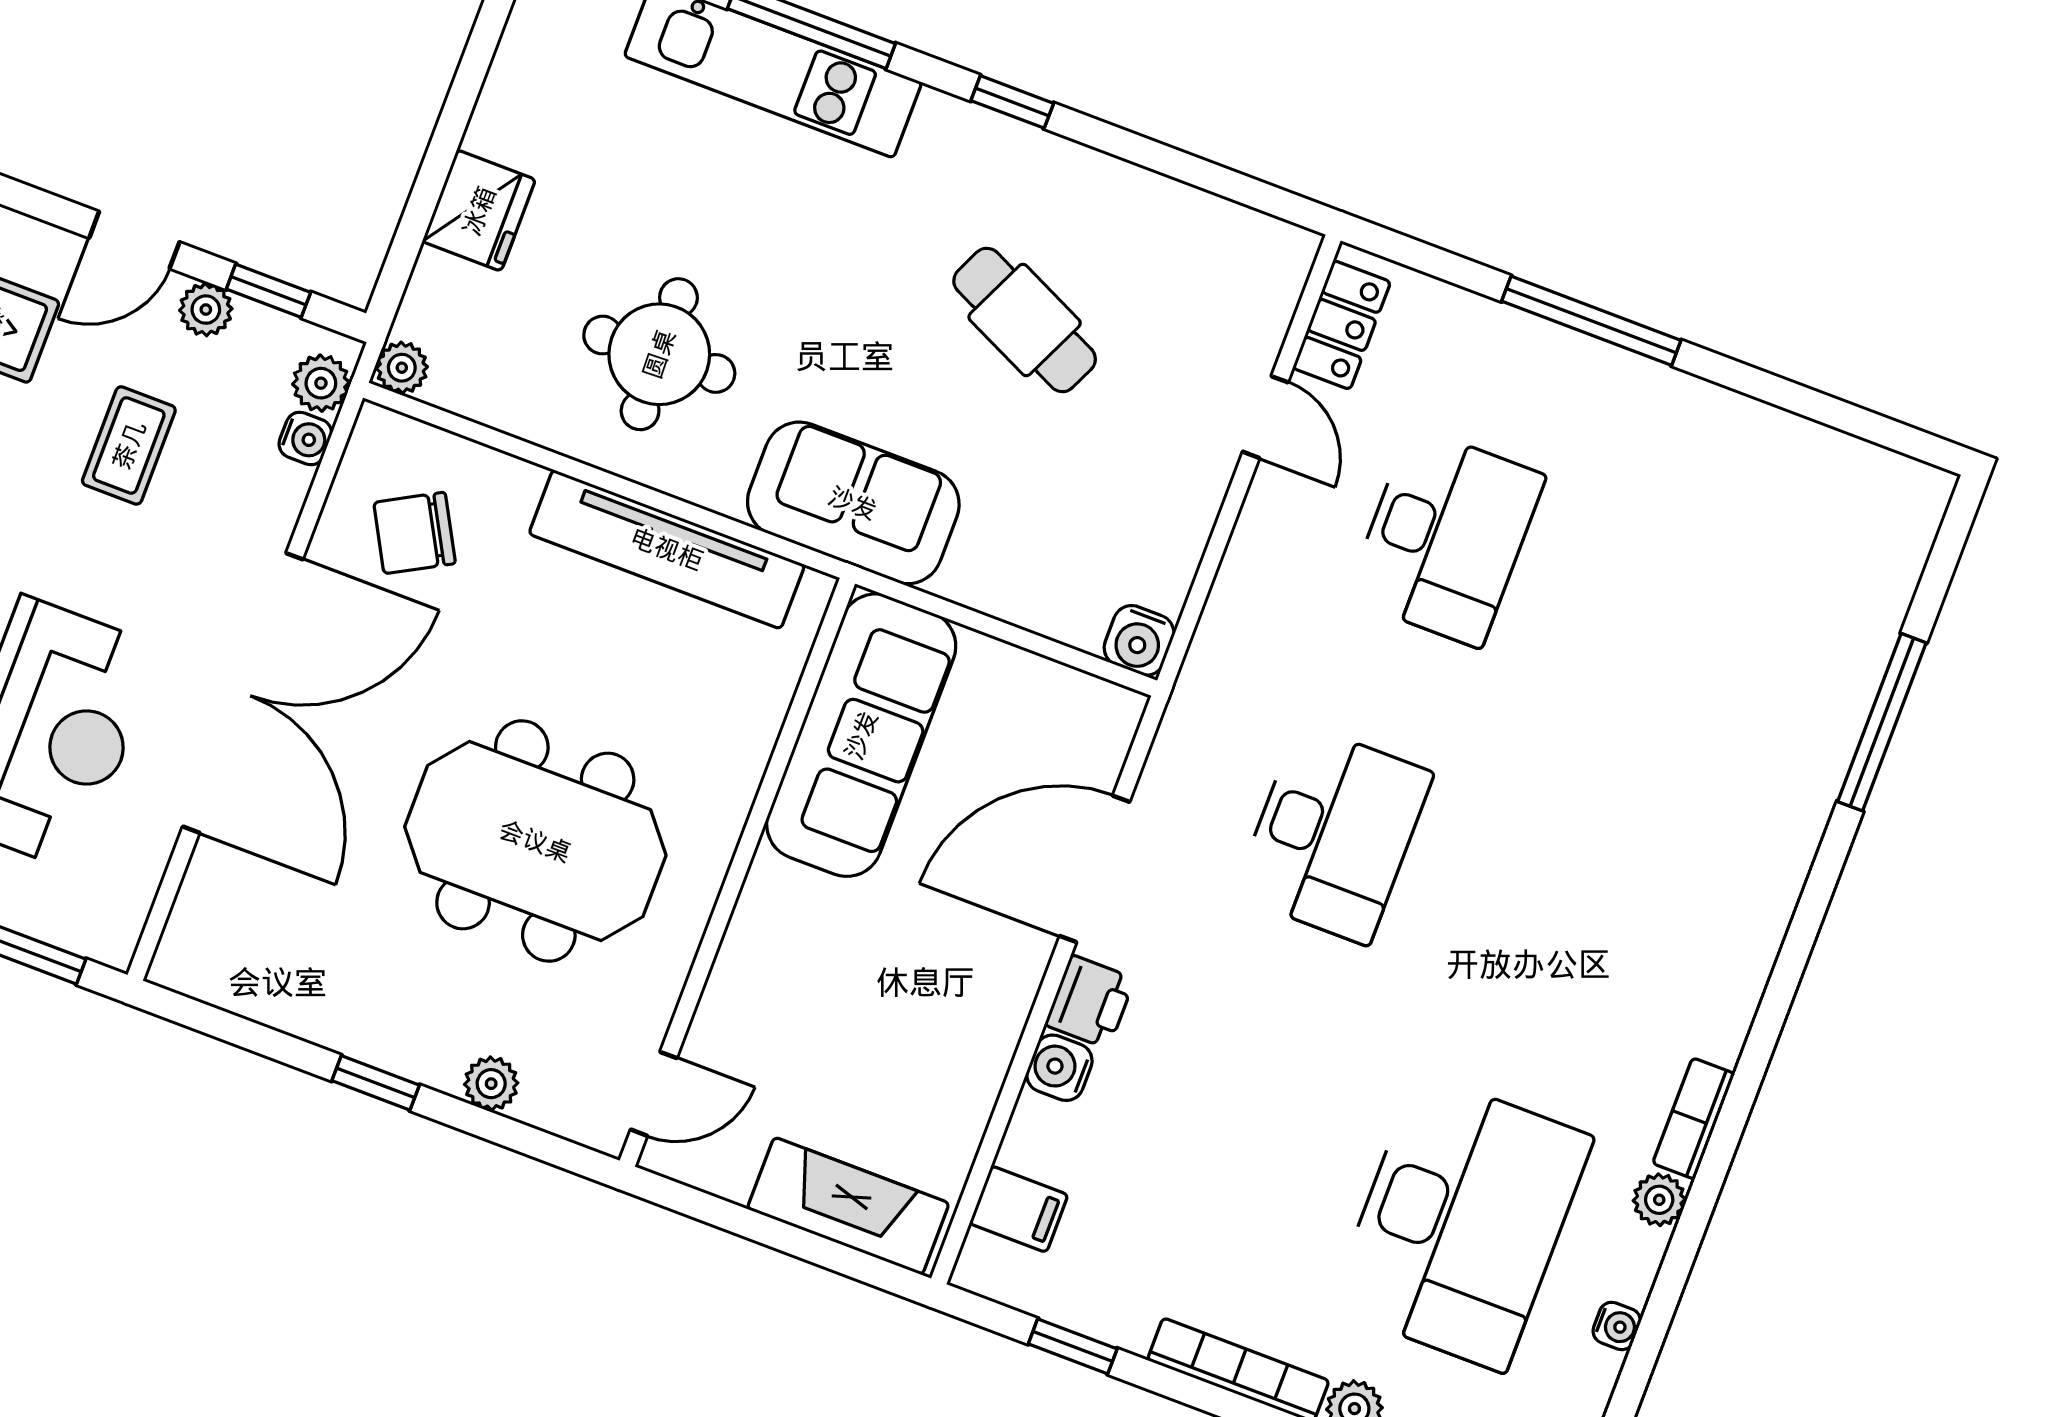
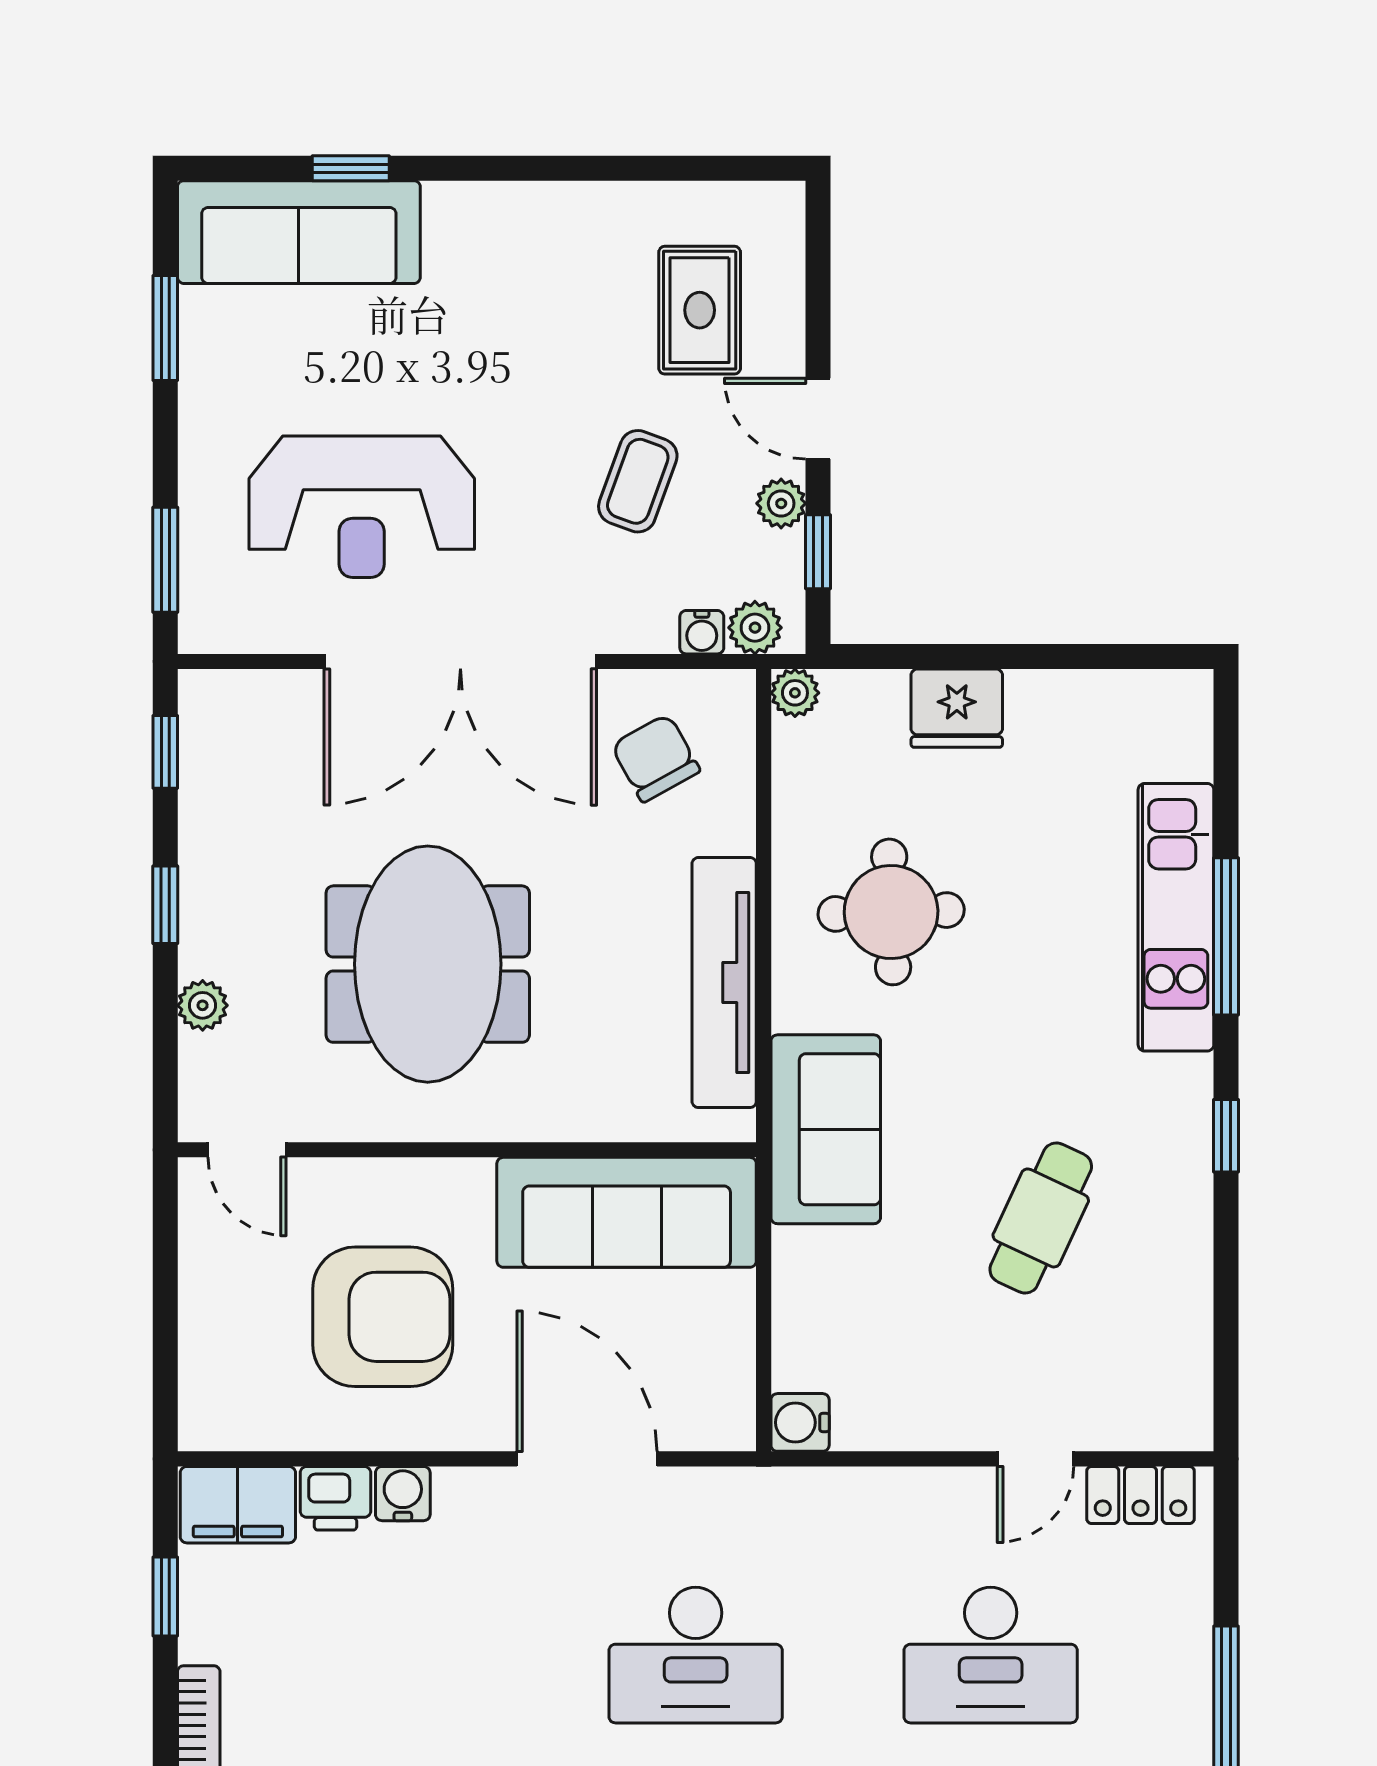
coffee table: (129, 445) -> (638, 481), turned -70
printer: (1090, 1002) -> (335, 1498), moved
armchair: (874, 1021) -> (383, 1317), added
window: (222, 1025) -> (165, 752), added
fireplace: (848, 1206) -> (213, 1356), removed
filing cabinet: (1019, 1209) -> (238, 1505), width x2.00

